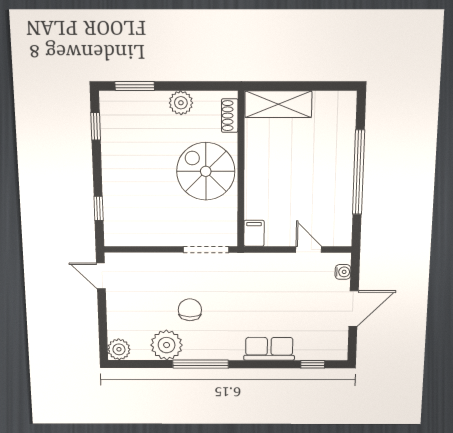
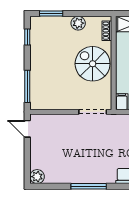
window: (99, 209) -> (27, 86), width x2.17
chair: (190, 310) -> (82, 150), removed
plant: (167, 345) -> (67, 174), removed

